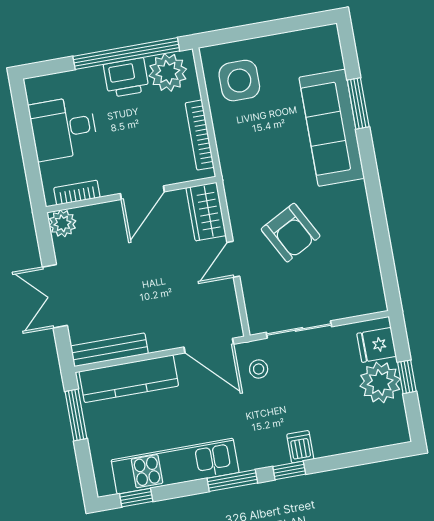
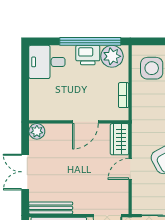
desk: (63, 128) -> (47, 62), moved
bookcase: (200, 135) -> (124, 95), width x0.64
bookcase: (77, 193) -> (48, 115), removed

